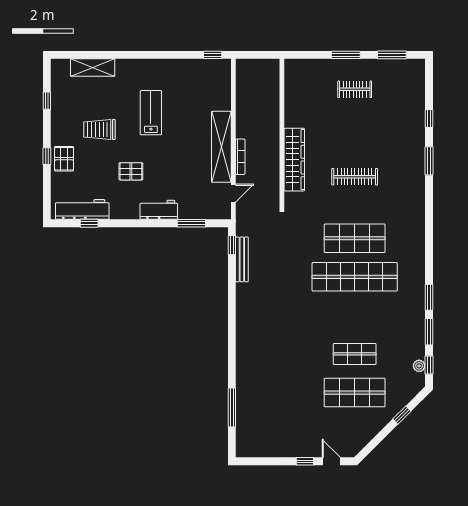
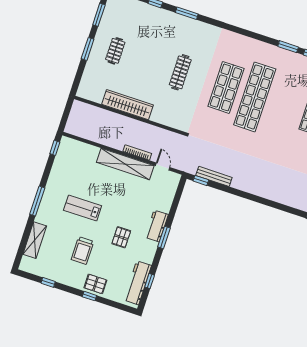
window: (141, 55) -> (37, 201), added
wardrobe: (294, 160) -> (128, 105), moved
window: (191, 223) -> (164, 237), moved

